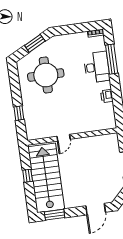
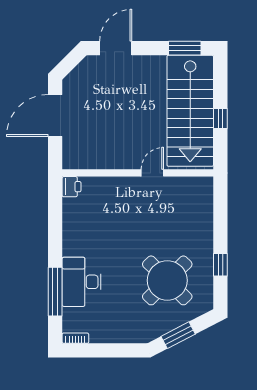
round table: (46, 75) -> (167, 280), turned 45
printer: (107, 96) -> (72, 187), moved
window: (19, 113) -> (220, 265), moved

